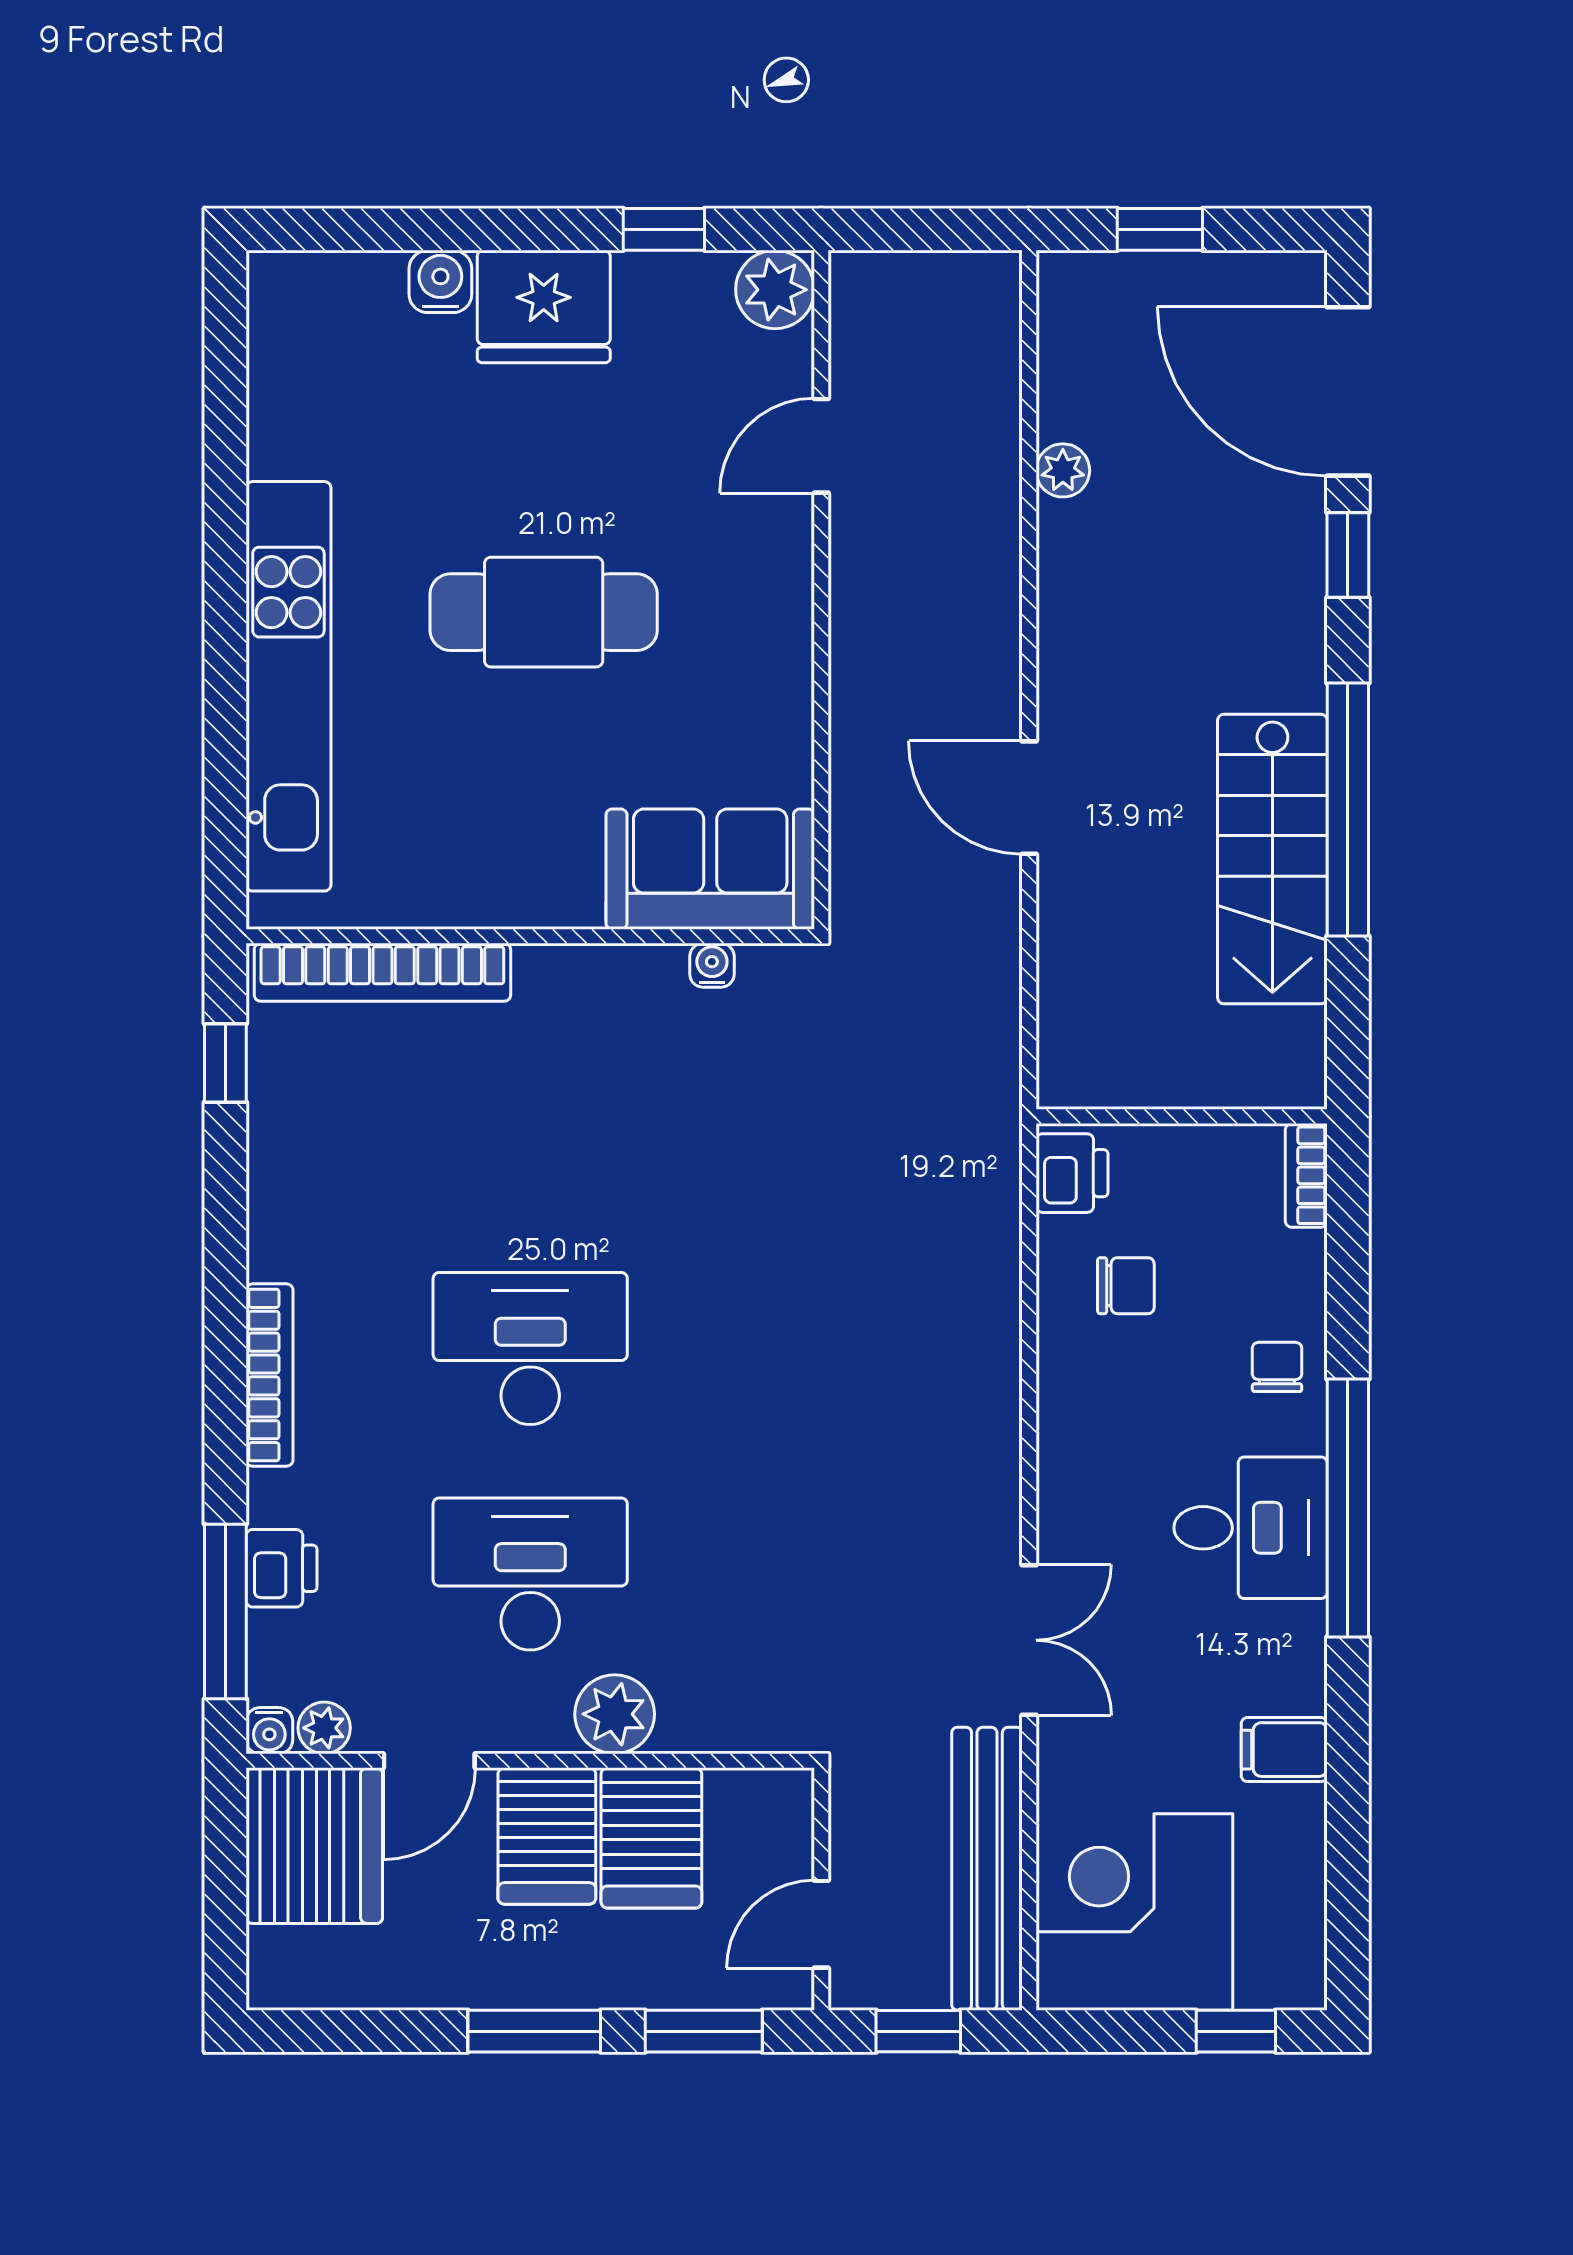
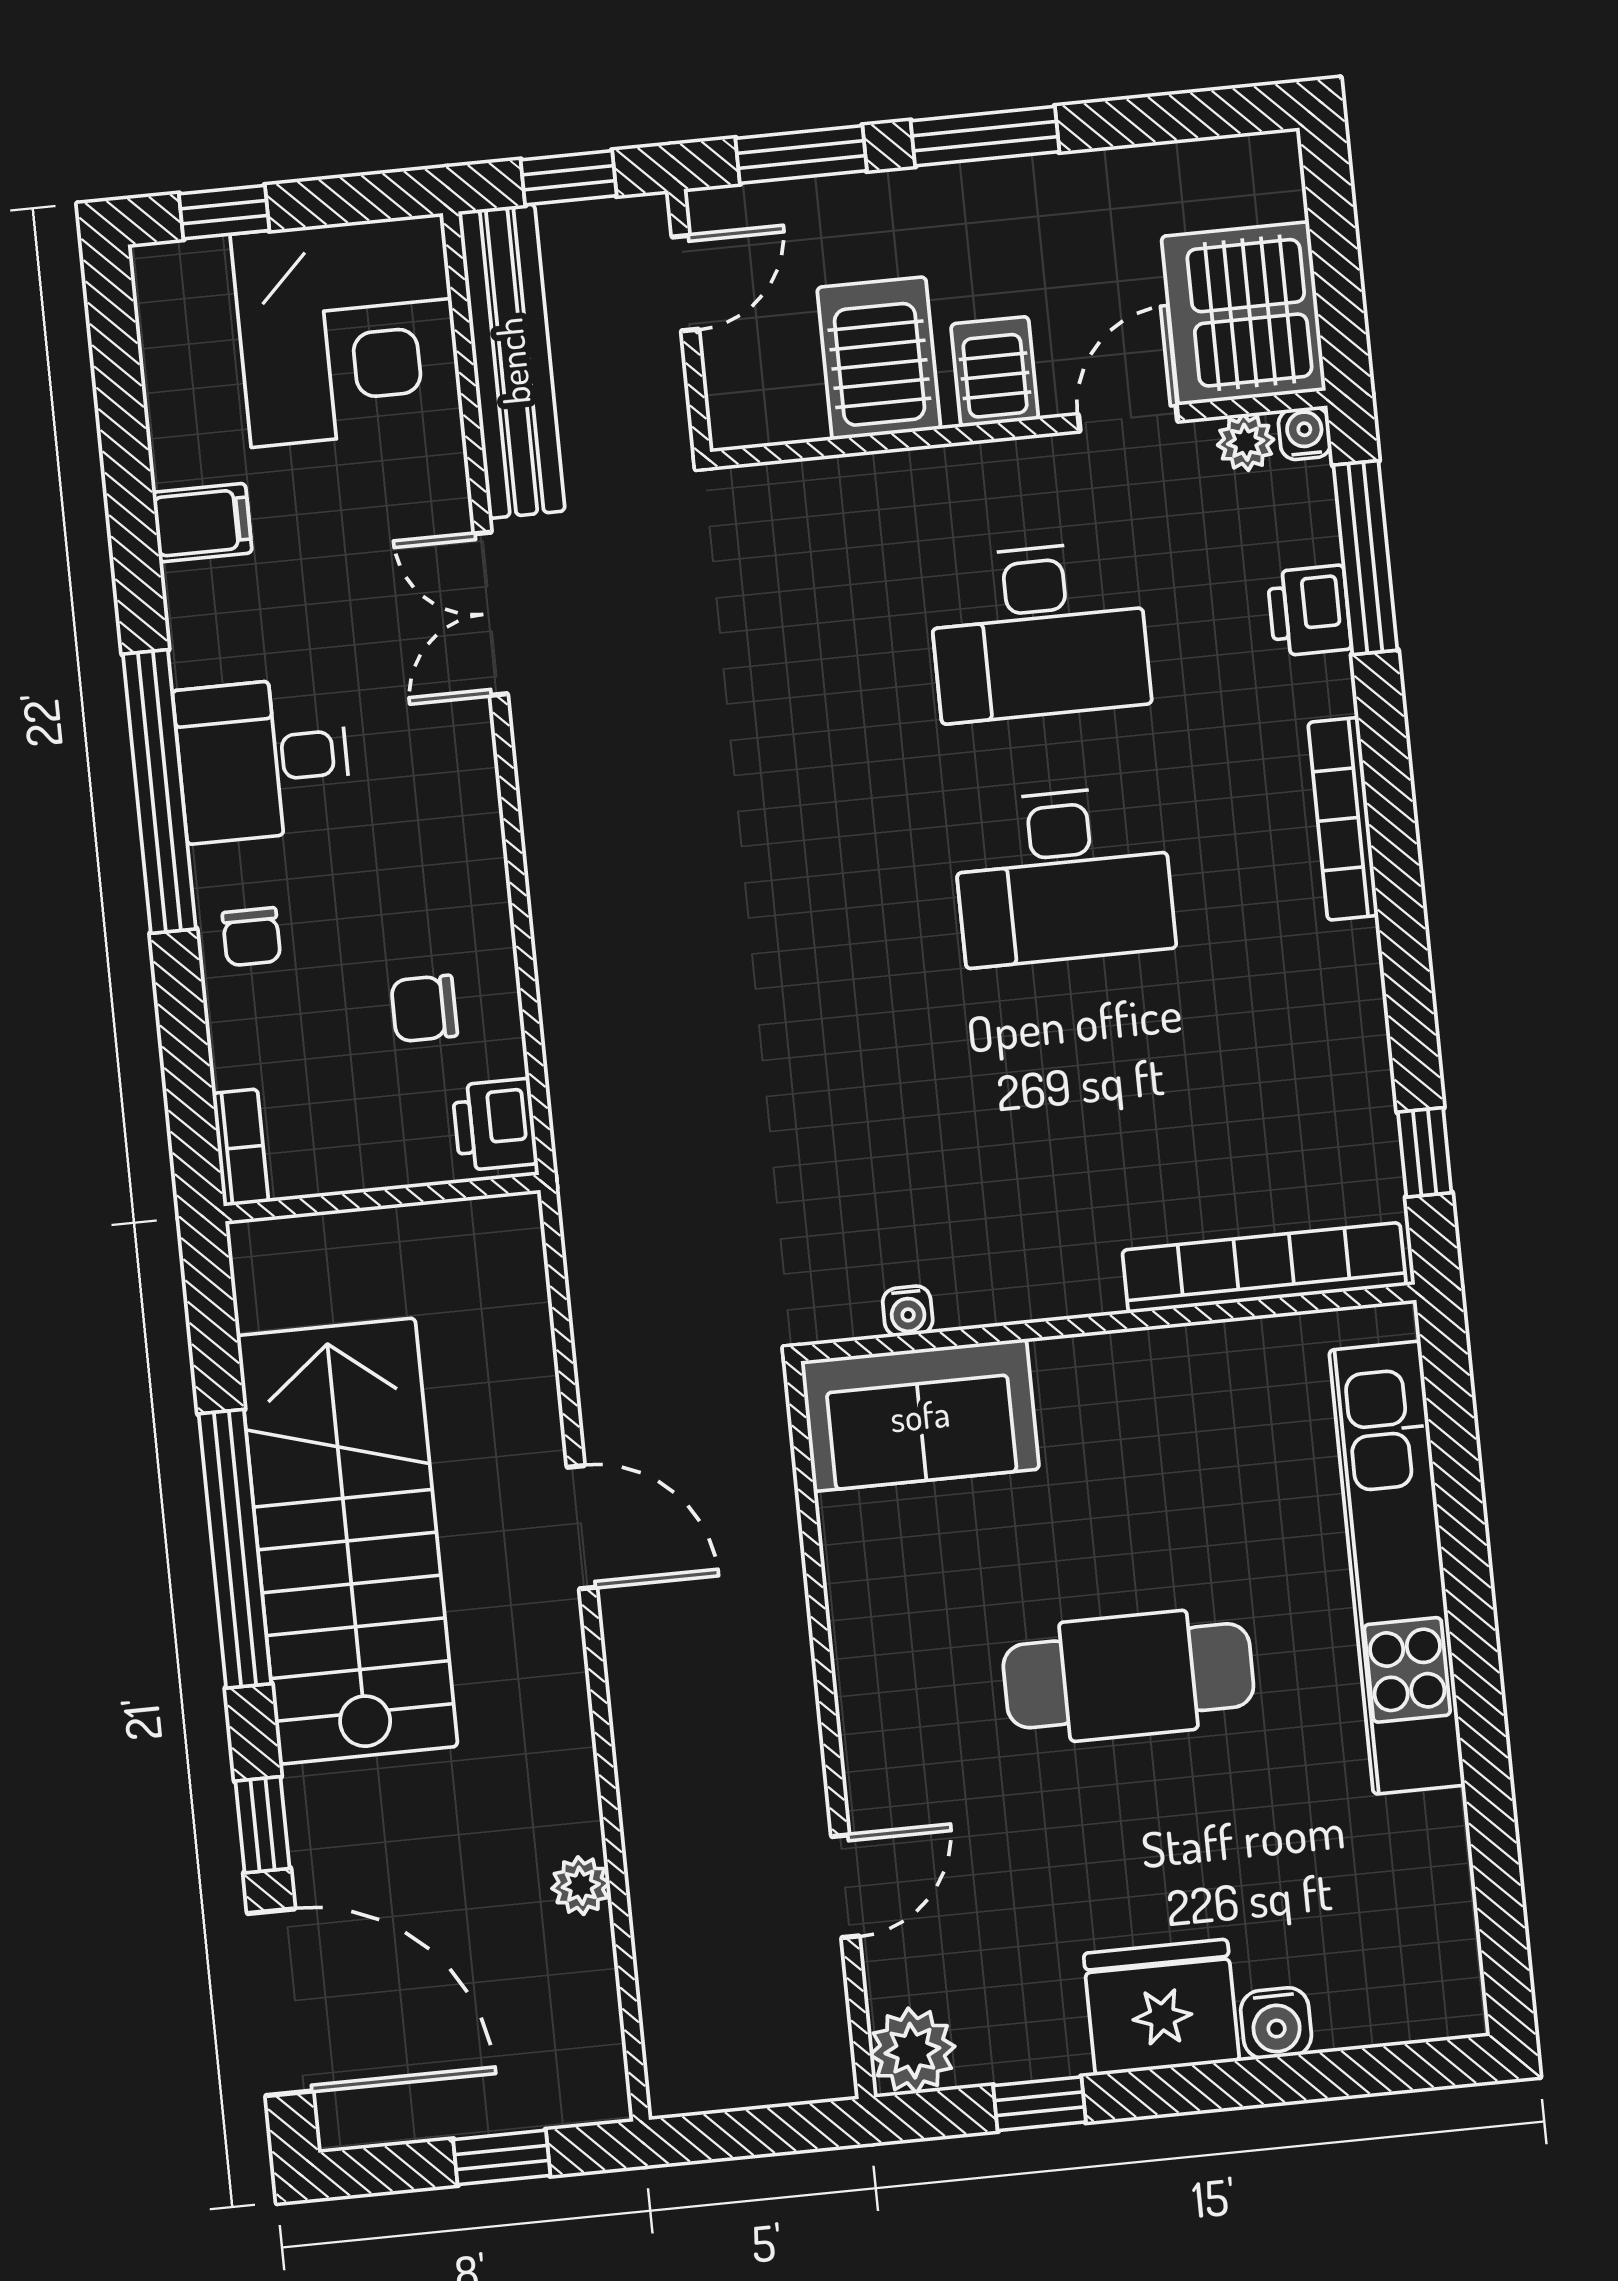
stairs: (1272, 859) -> (347, 1541), width x1.36, depth x1.51
plant: (615, 1714) -> (932, 488), removed
server rack: (547, 1836) -> (995, 372), width x0.73, depth x0.70

